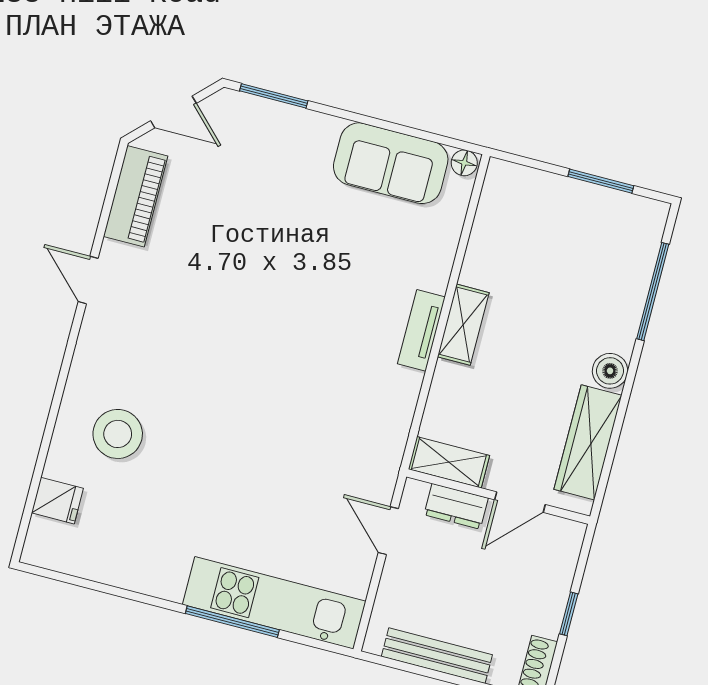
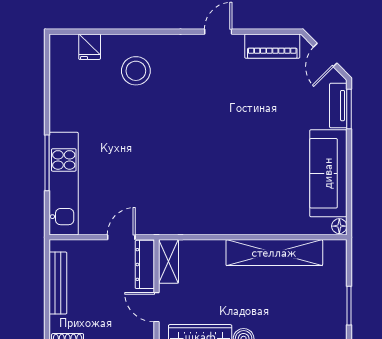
sofa: (391, 163) -> (328, 173), width x1.36
shelving: (463, 325) -> (274, 253), width x2.20, depth x1.33
tv unit: (421, 330) -> (338, 106), moved, turned -90
dresser: (456, 506) -> (145, 264), width x1.44

